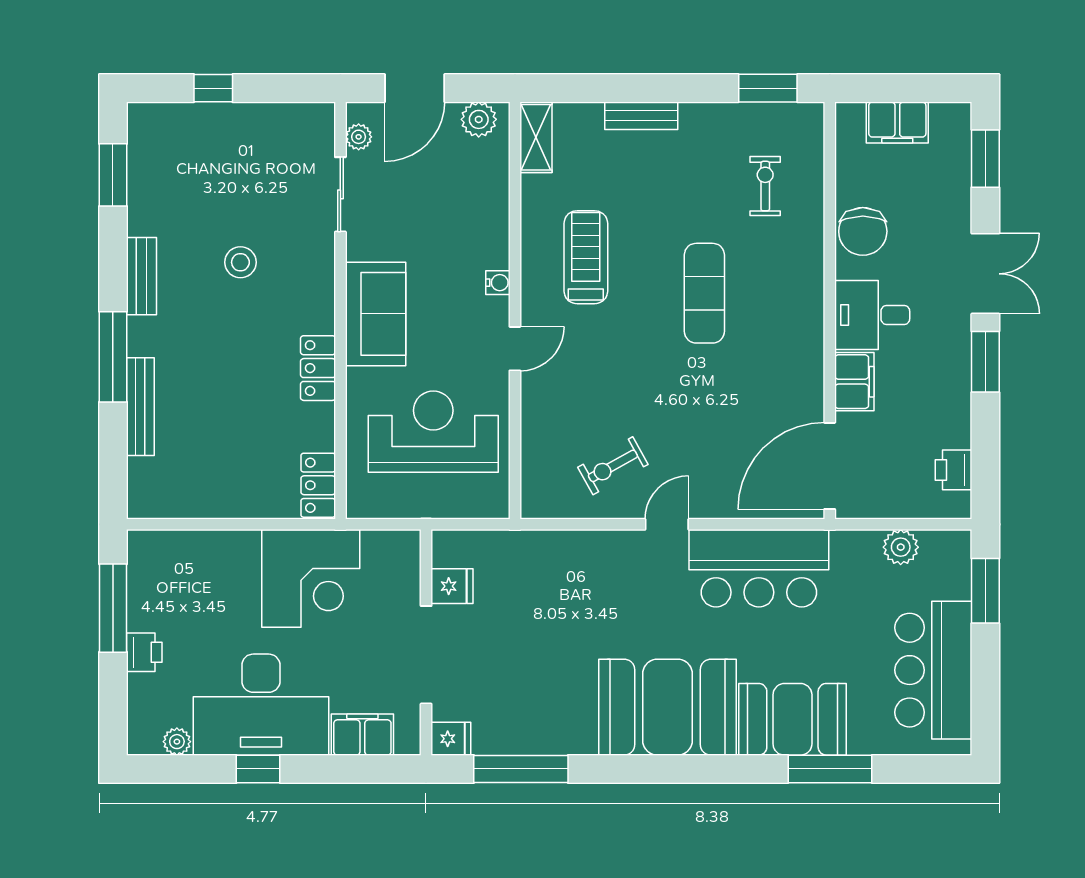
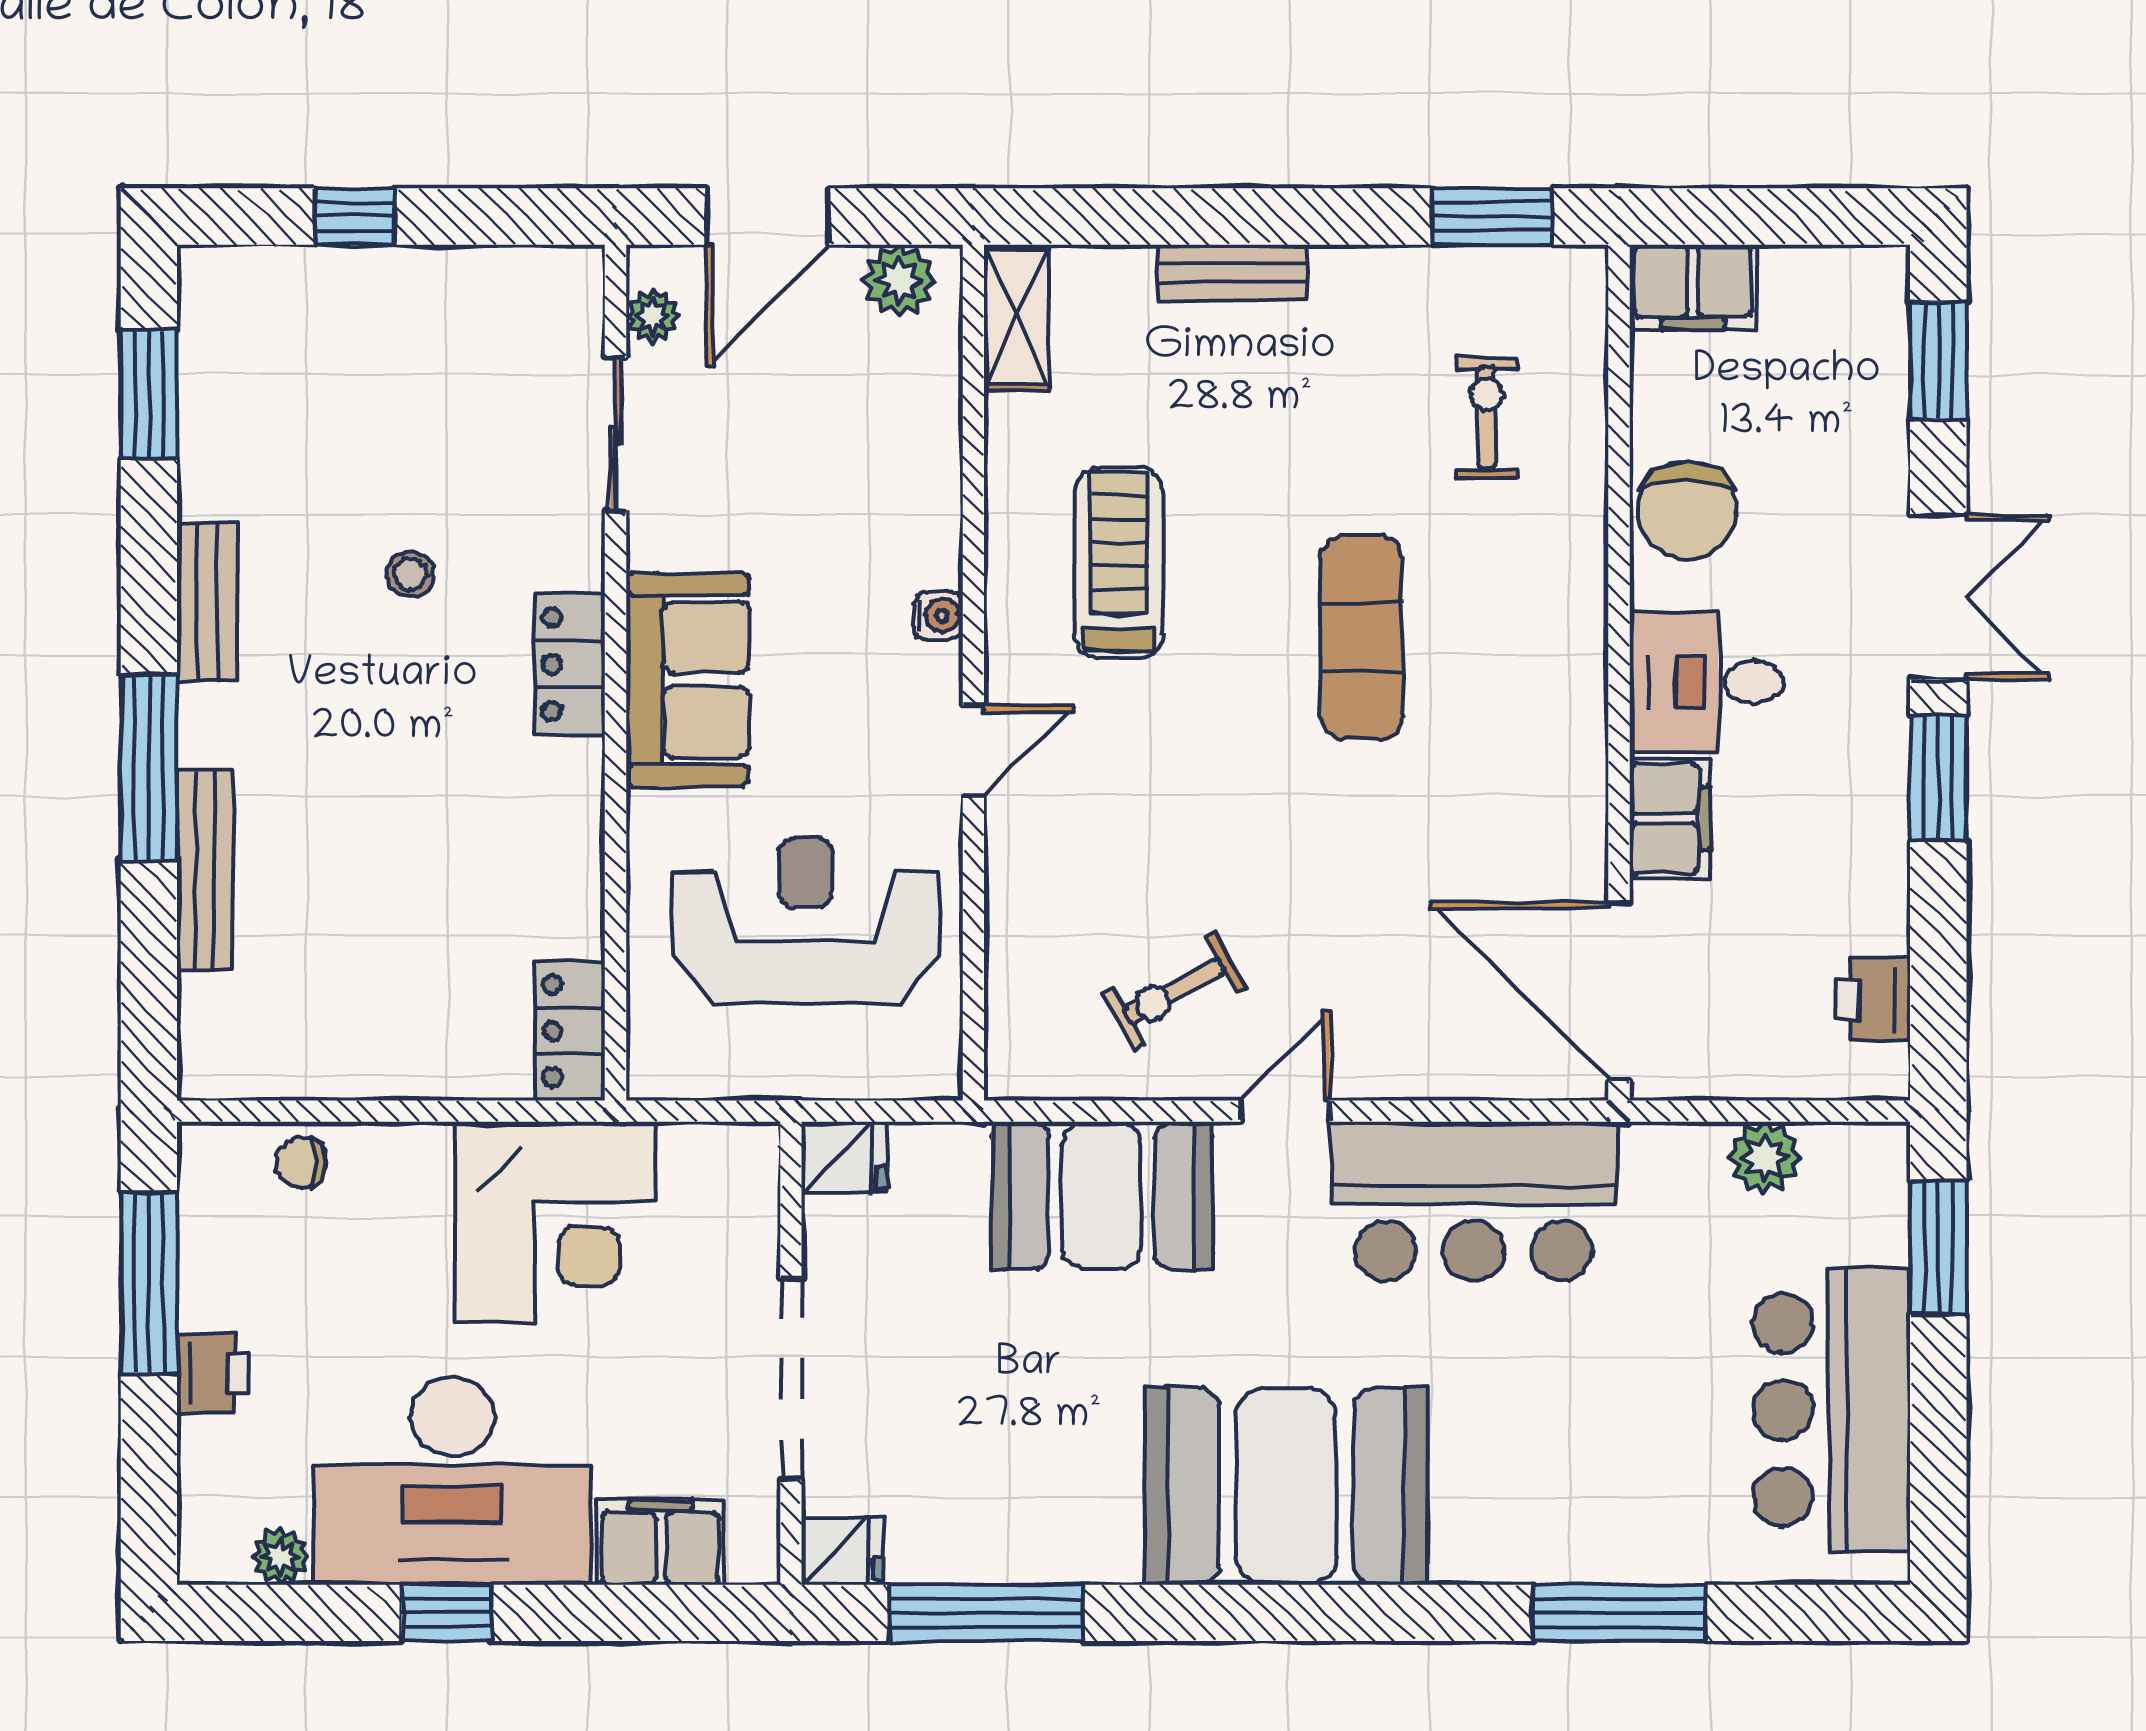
filing cabinet: (897, 122) -> (1693, 287), moved
stool: (240, 262) -> (410, 574), width x0.73, depth x0.73
locker: (318, 368) -> (569, 664), moved
door: (830, 466) -> (1619, 991), hinge flipped
chair: (187, 549) -> (301, 1163), added
fridge: (452, 586) -> (844, 1158), moved
booth: (792, 719) -> (1102, 1195), moved

